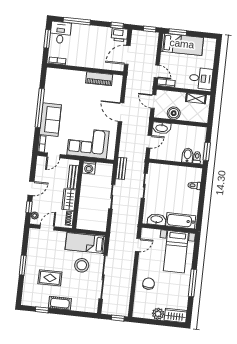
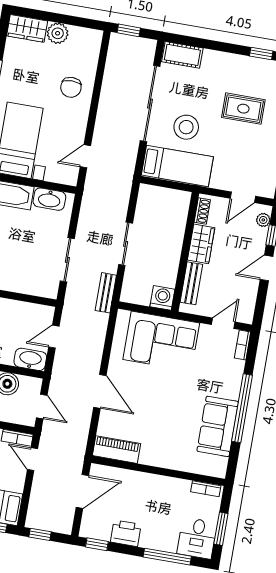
printer: (119, 35) -> (126, 533), moved
piano: (99, 79) -> (116, 450), moved
sofa: (50, 120) -> (218, 426), moved
cot: (60, 303) -> (182, 55), moved

